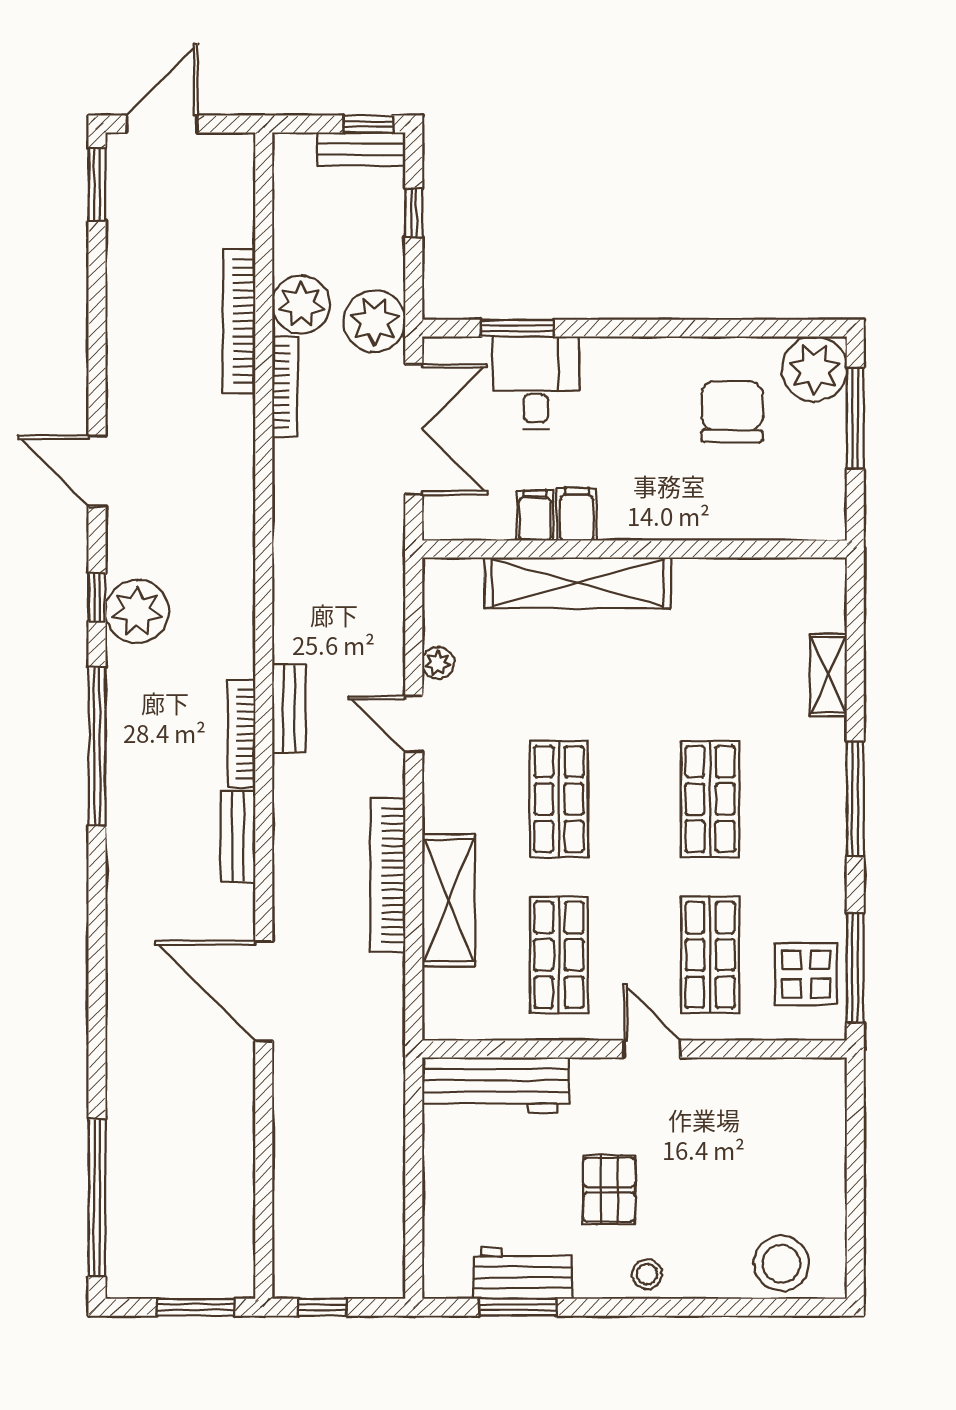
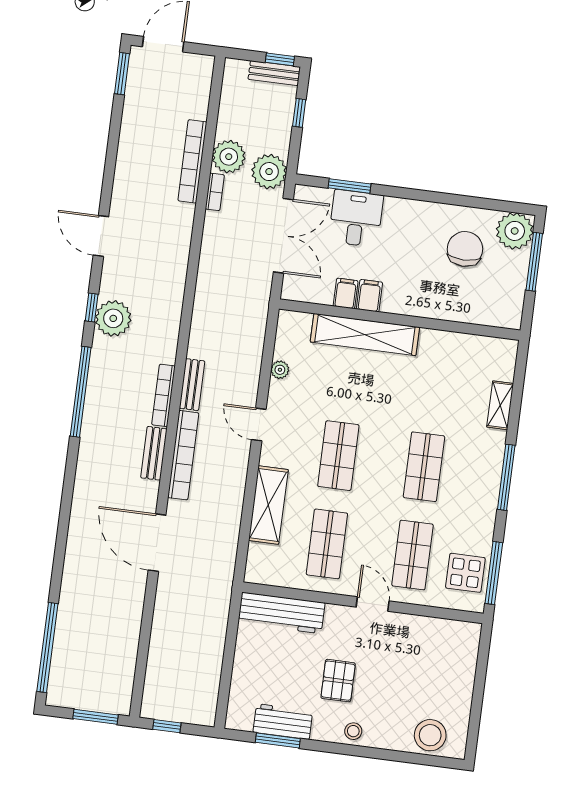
bookcase: (285, 387) -> (215, 192), width x0.64
door: (414, 724) -> (259, 424), moved
bookcase: (388, 875) -> (183, 455), moved, turned 180

